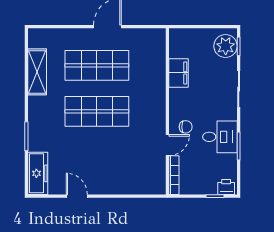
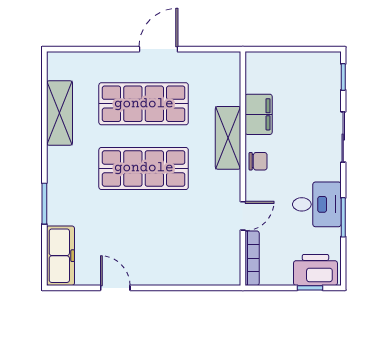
plant: (226, 46) -> (325, 76), removed
shelving: (157, 90) -> (228, 138), added
chair: (186, 127) -> (258, 161), moved
printer: (226, 187) -> (315, 270), width x1.87, depth x1.48

